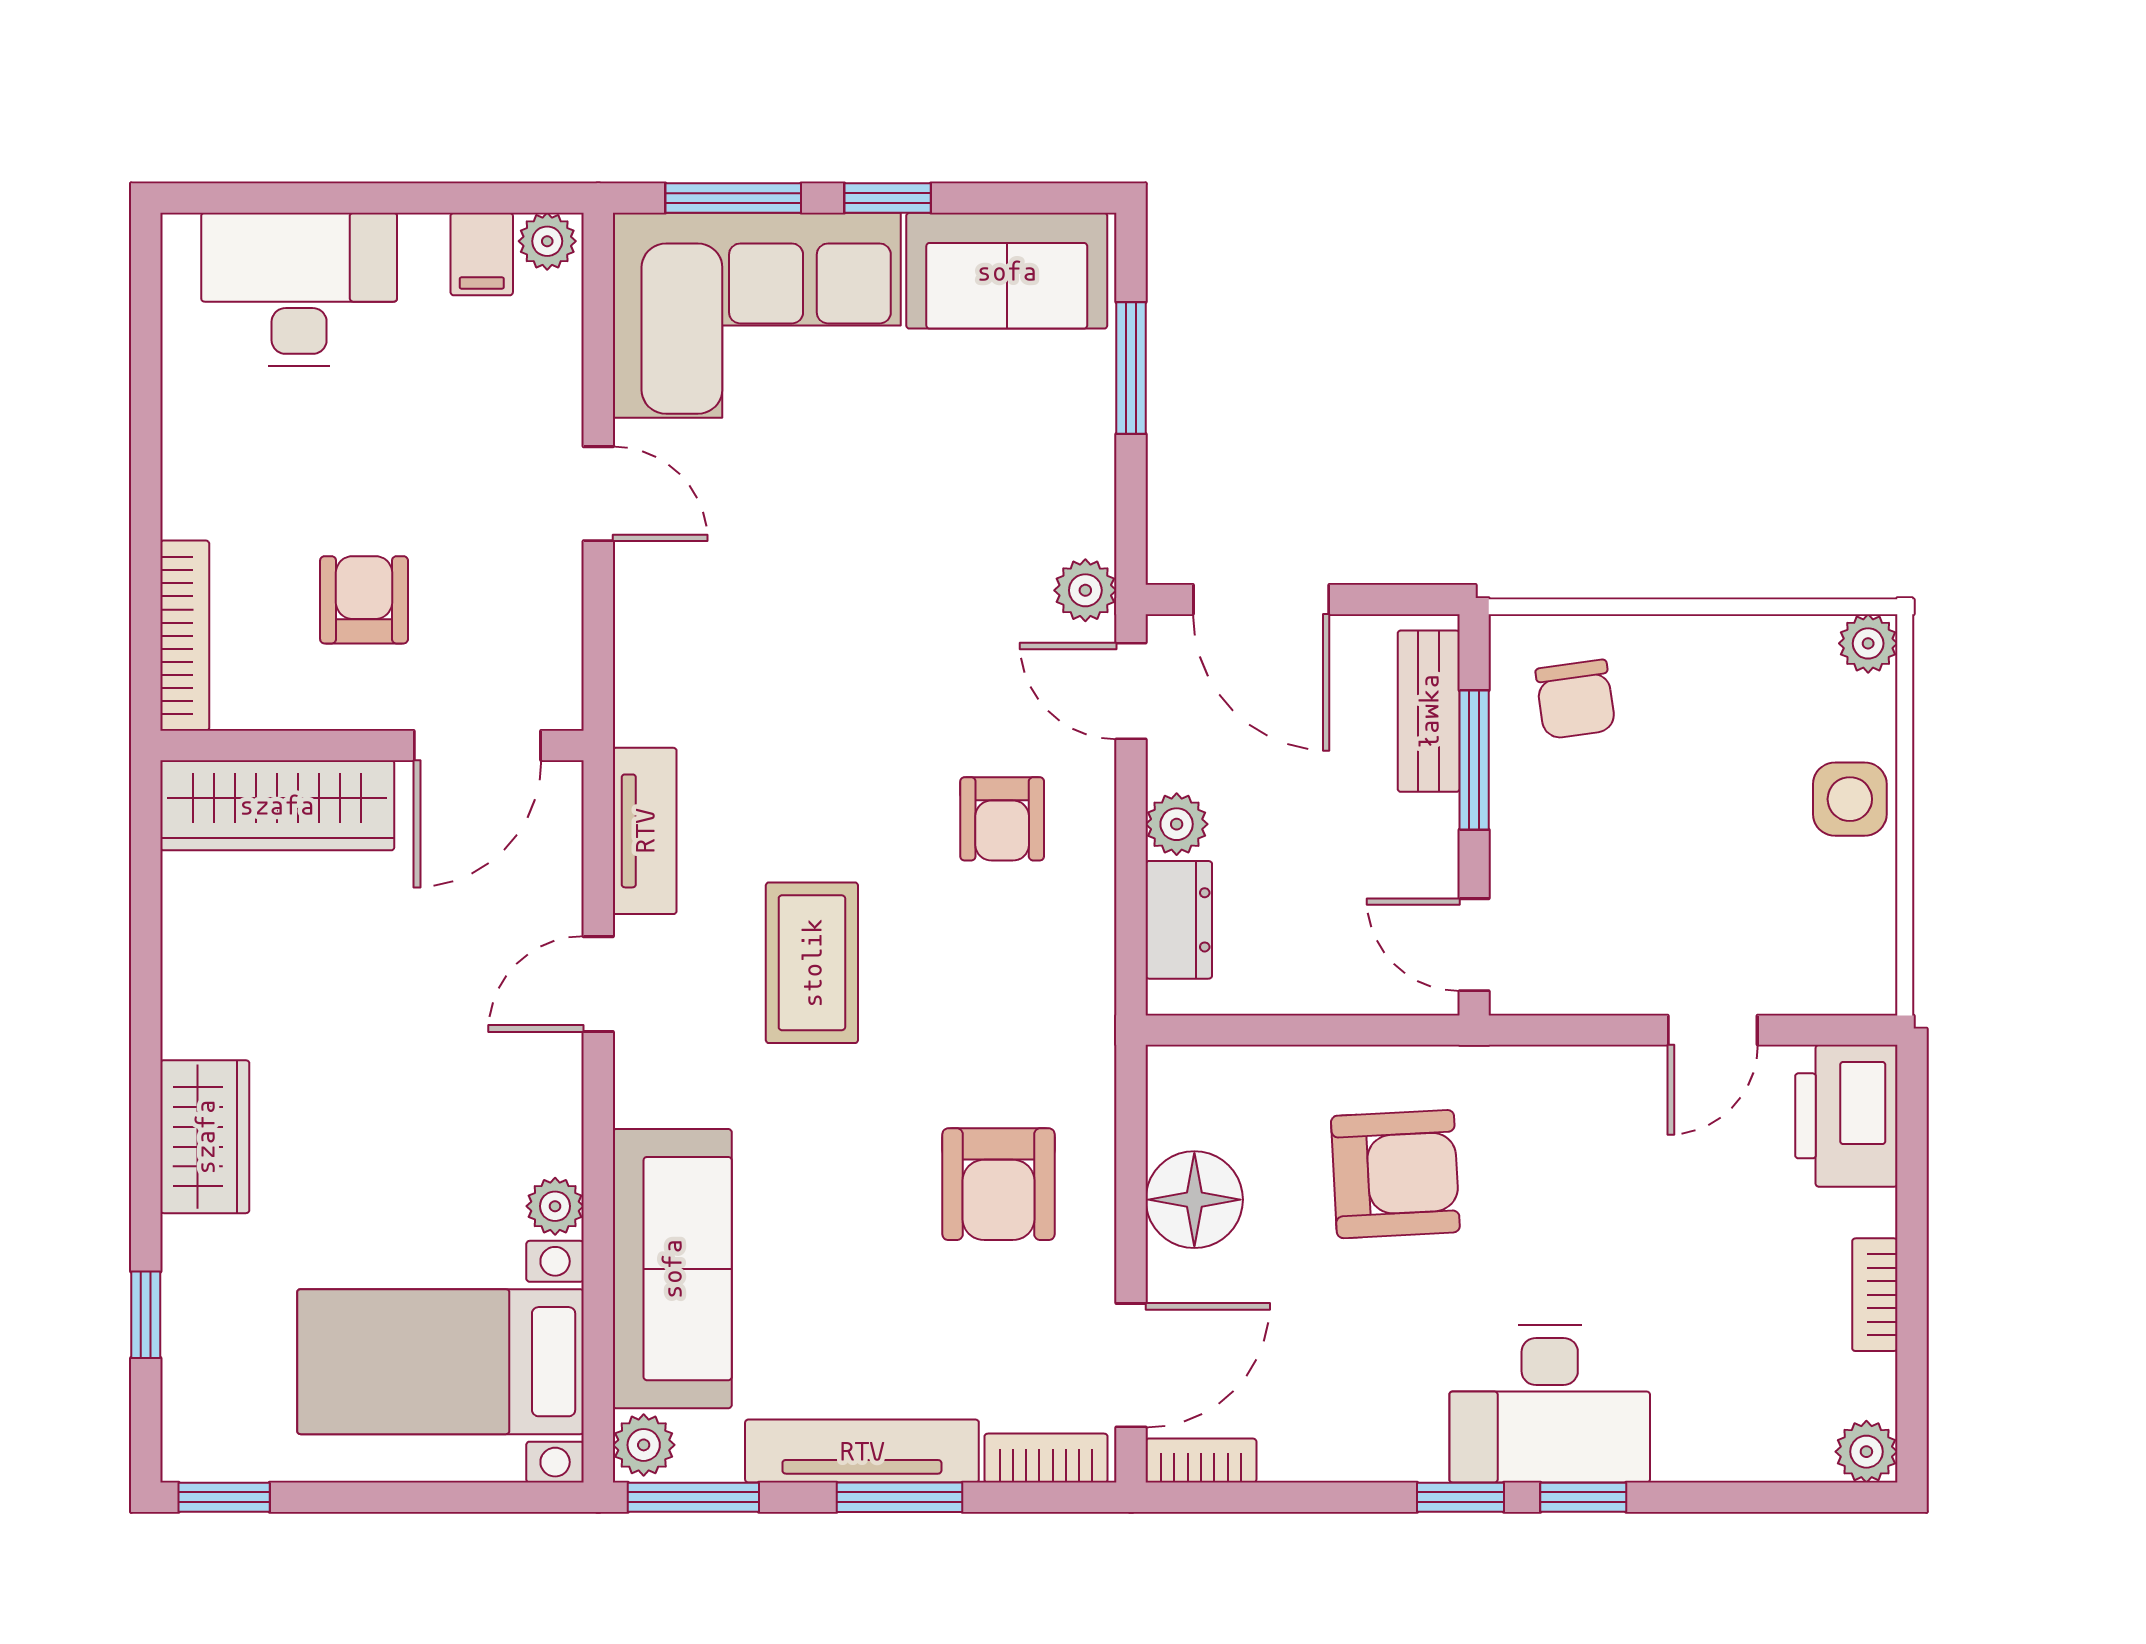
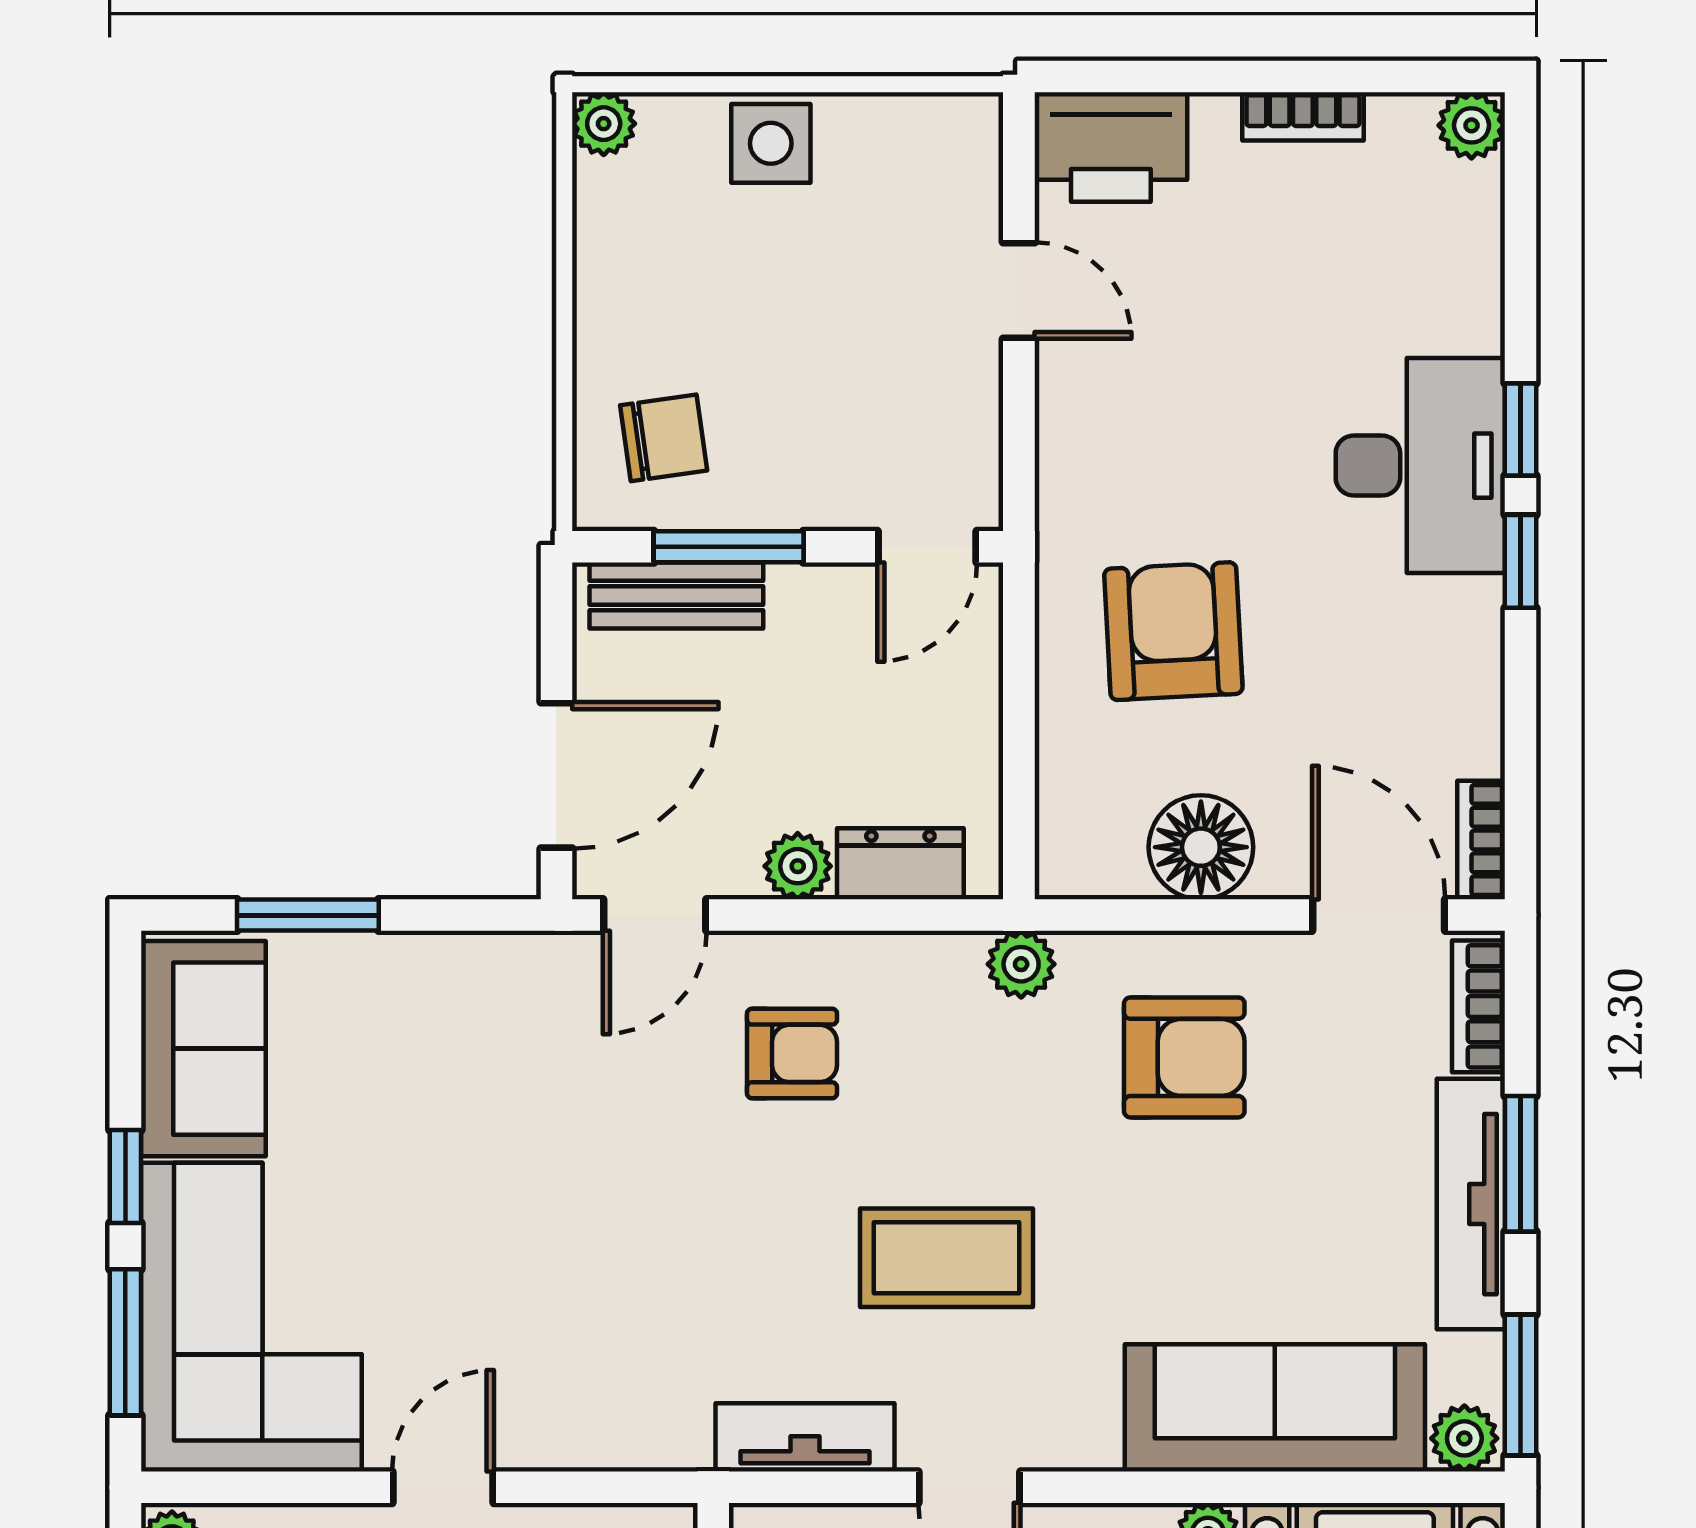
plant: (1085, 590) -> (1021, 964), moved

